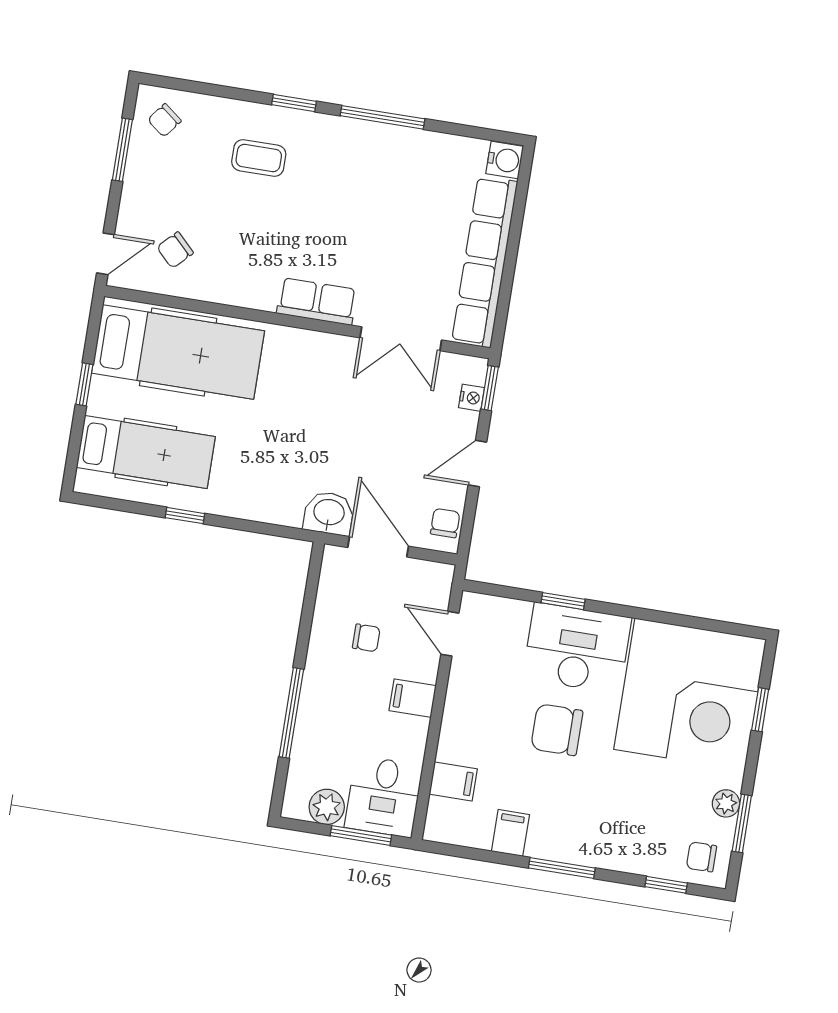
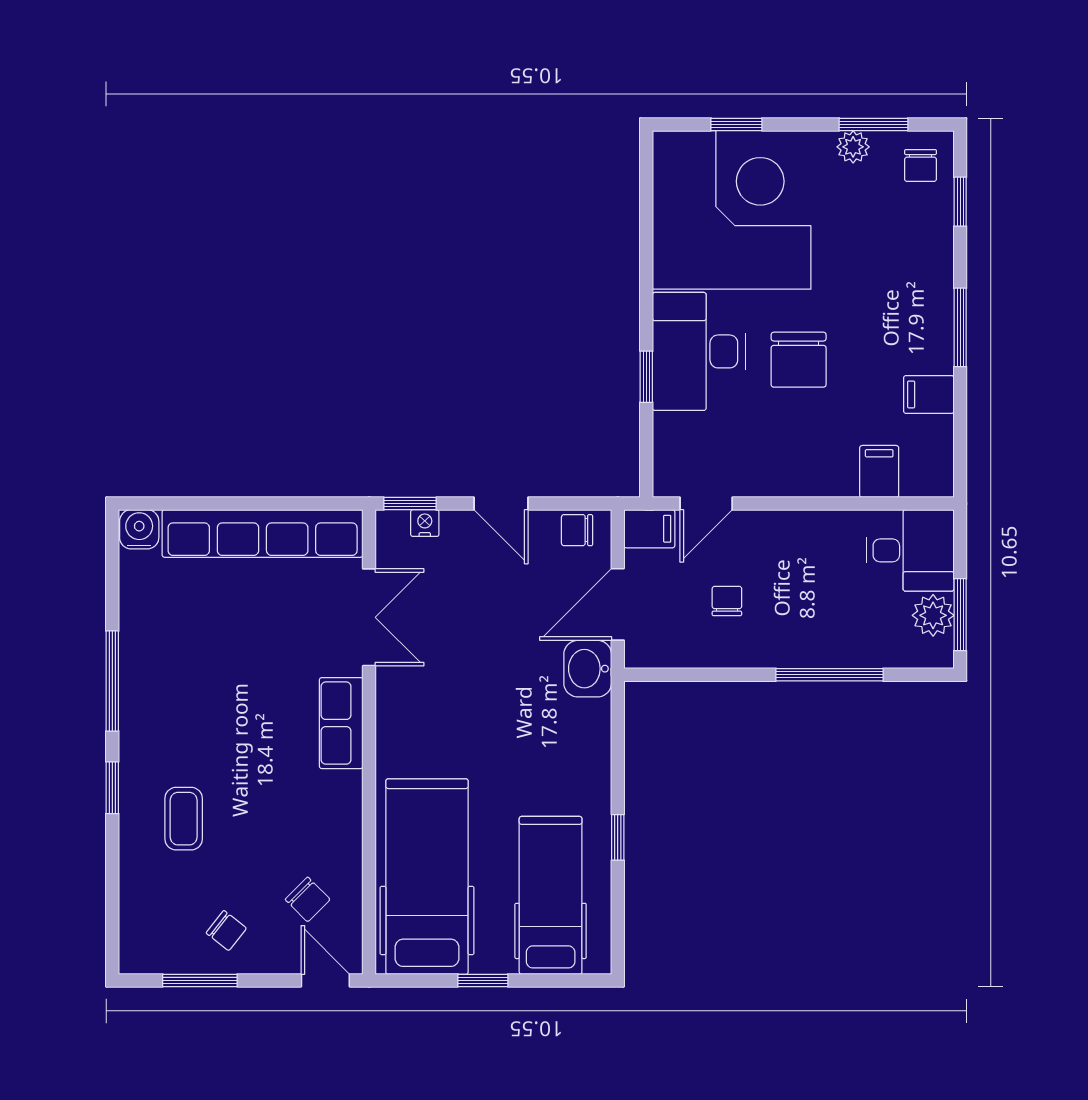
chair: (164, 120) -> (226, 931), moved
filing cabinet: (413, 698) -> (649, 529), moved, turned -90
window: (361, 835) -> (960, 615), moved

